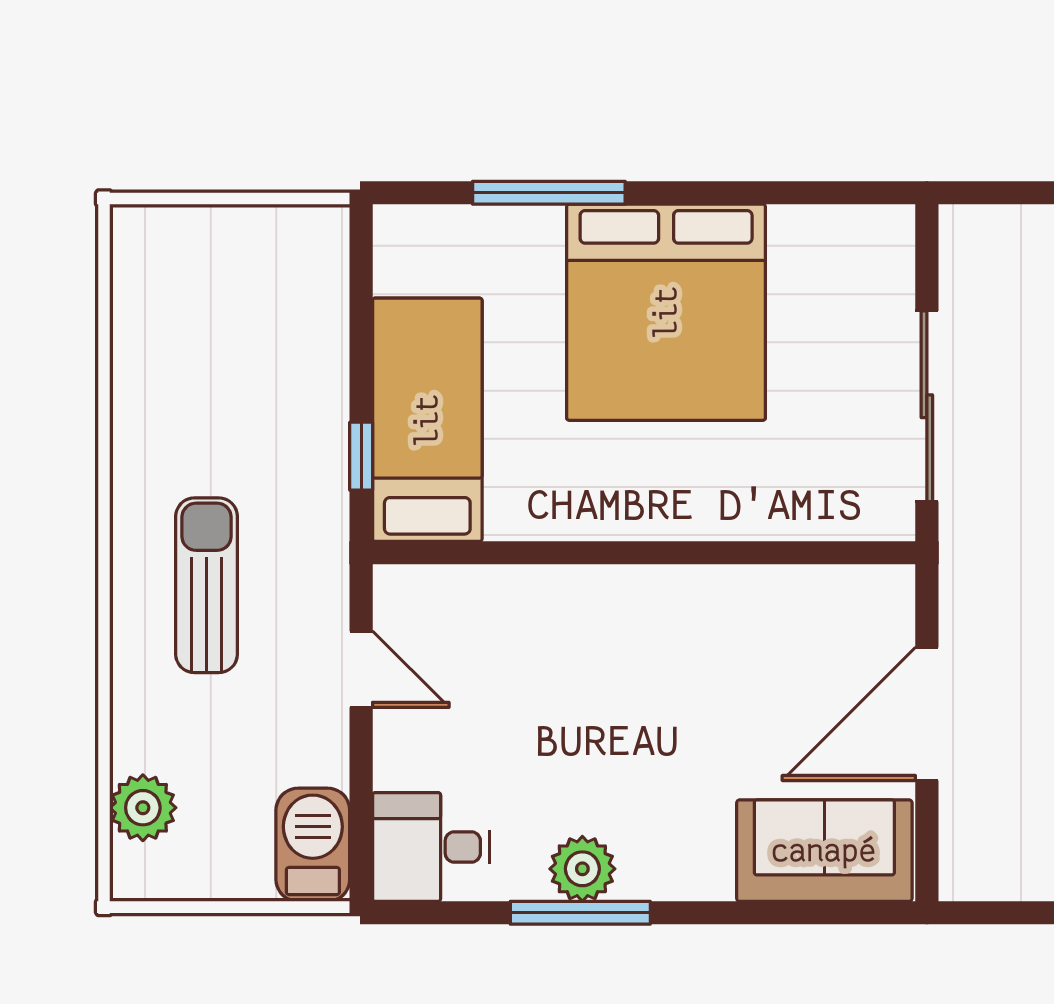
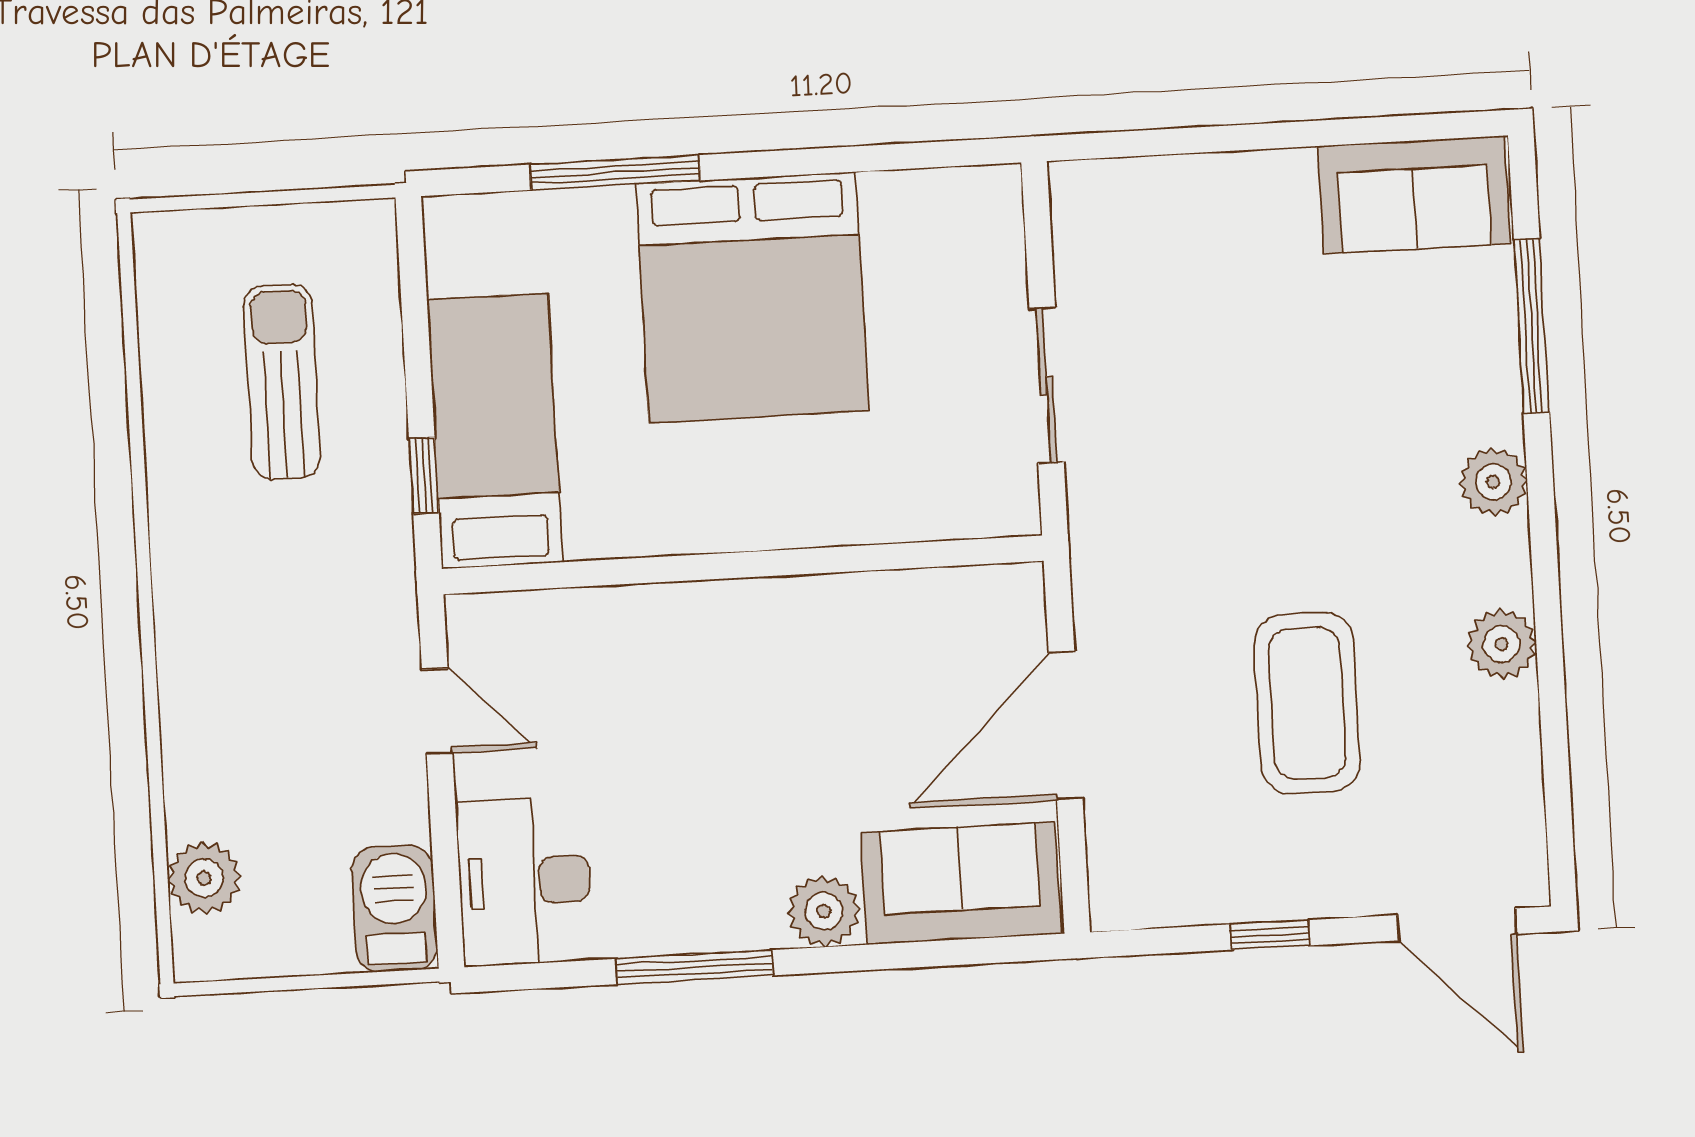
sliding door: (927, 406) -> (1047, 385), width x0.73
sun lounger: (207, 585) -> (282, 382), moved
desk: (431, 847) -> (524, 881), width x1.37
plant: (582, 869) -> (824, 911), moved

